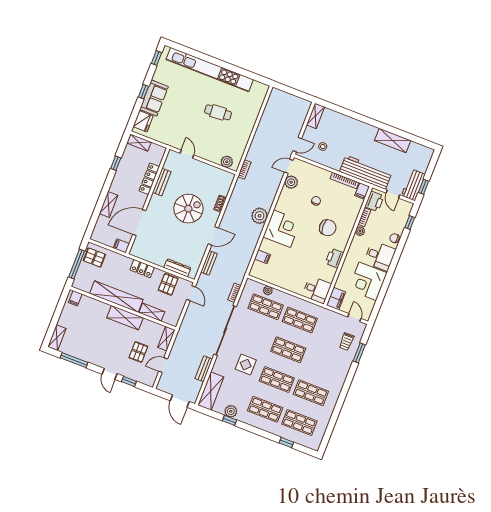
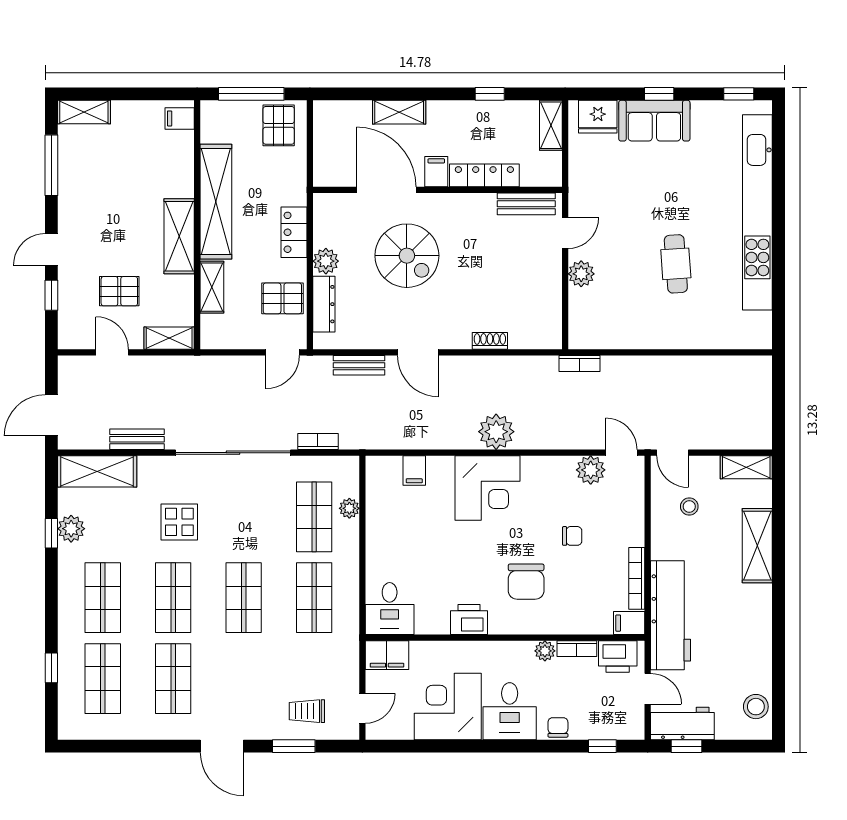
shelving: (393, 141) -> (757, 546), moved
stool: (418, 151) -> (756, 707), added
plant: (227, 162) -> (581, 274), moved
bench: (162, 182) -> (526, 204), moved
door: (393, 194) -> (648, 689), swing flipped
spiral stairs: (188, 209) -> (407, 256), moved
filing cabinet: (121, 246) -> (436, 172), moved
plant: (159, 260) -> (326, 261), added
door: (347, 383) -> (222, 746), added

